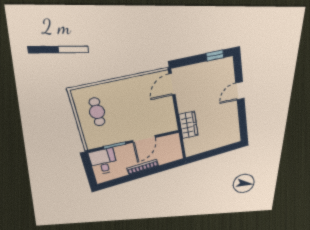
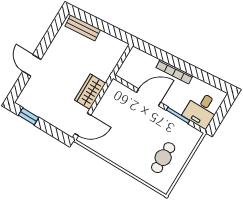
door: (240, 91) -> (32, 65), swing flipped
wardrobe: (188, 125) -> (90, 92), moved
bench: (224, 141) -> (83, 28), added

